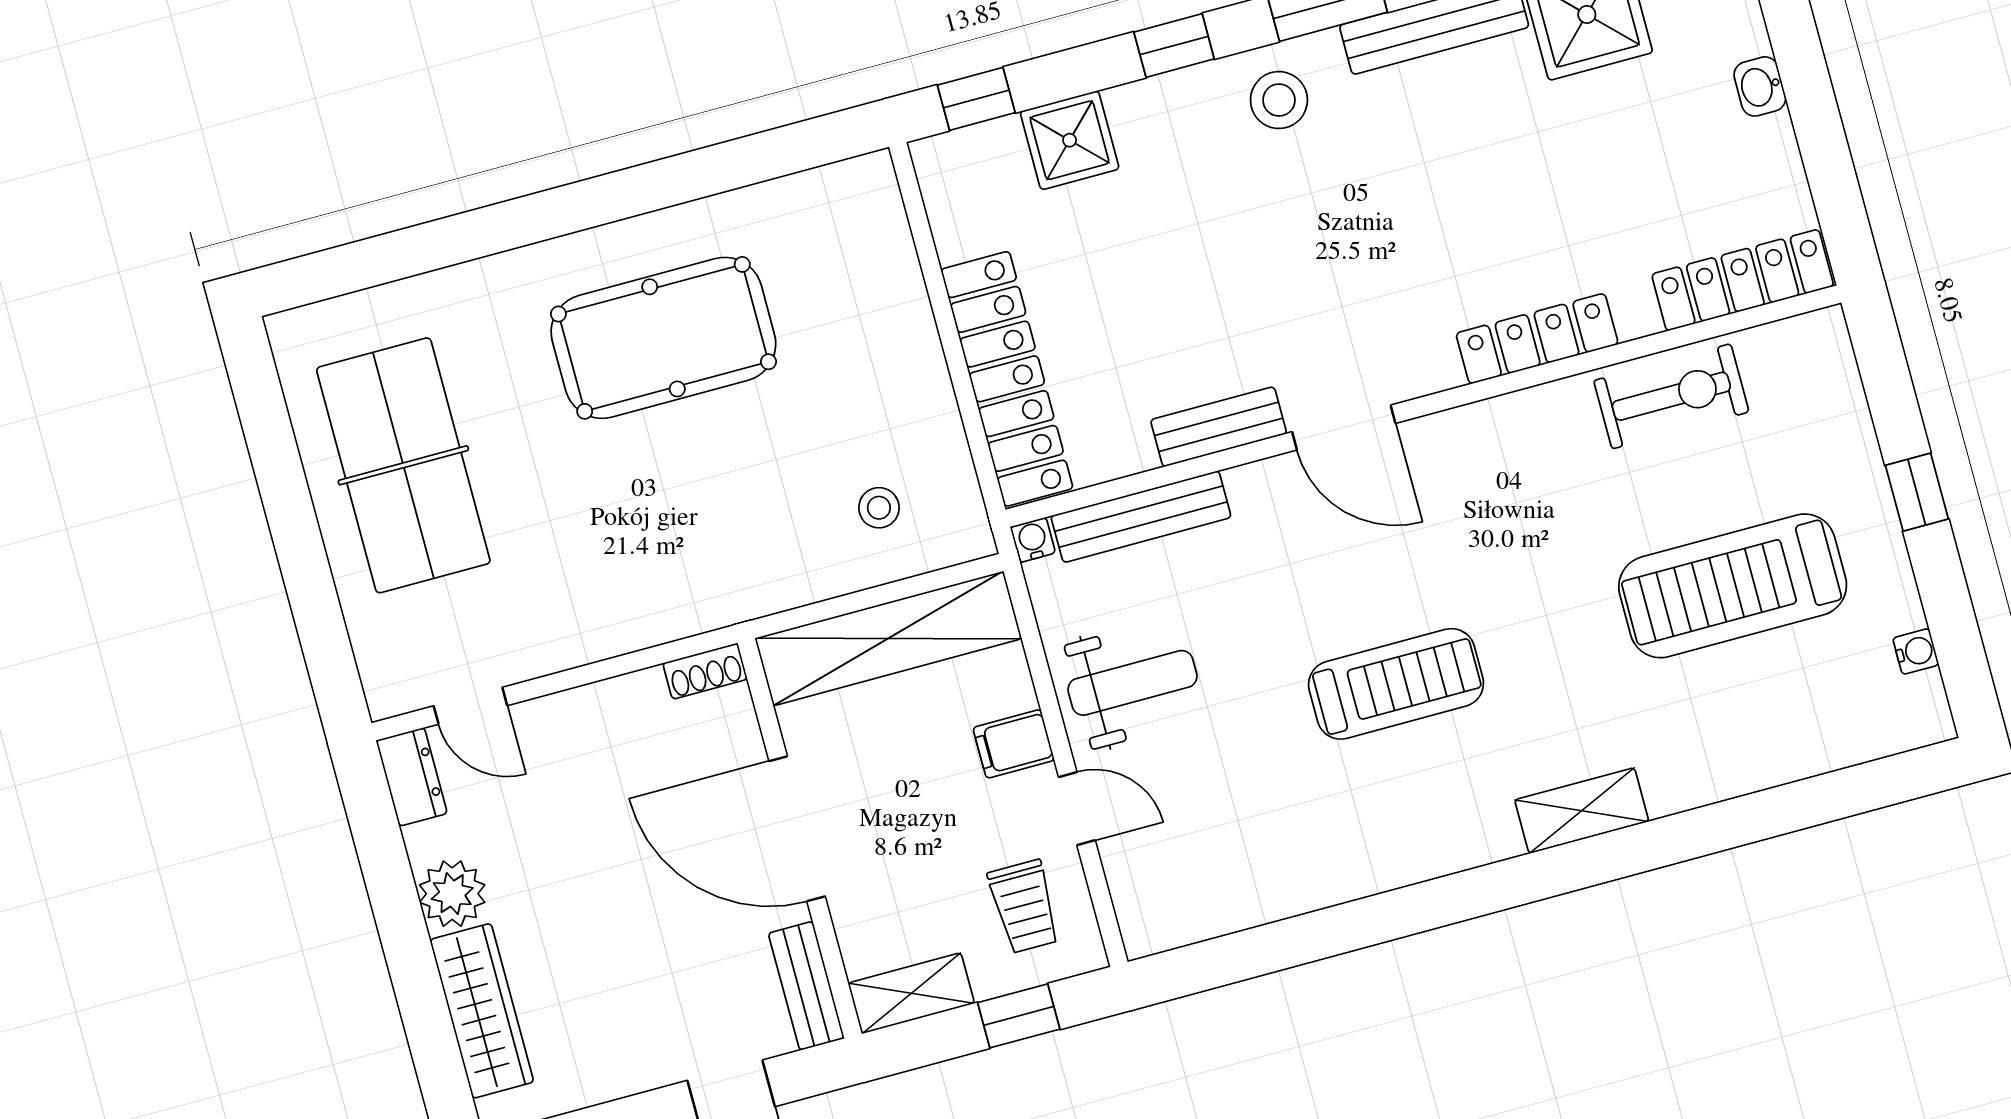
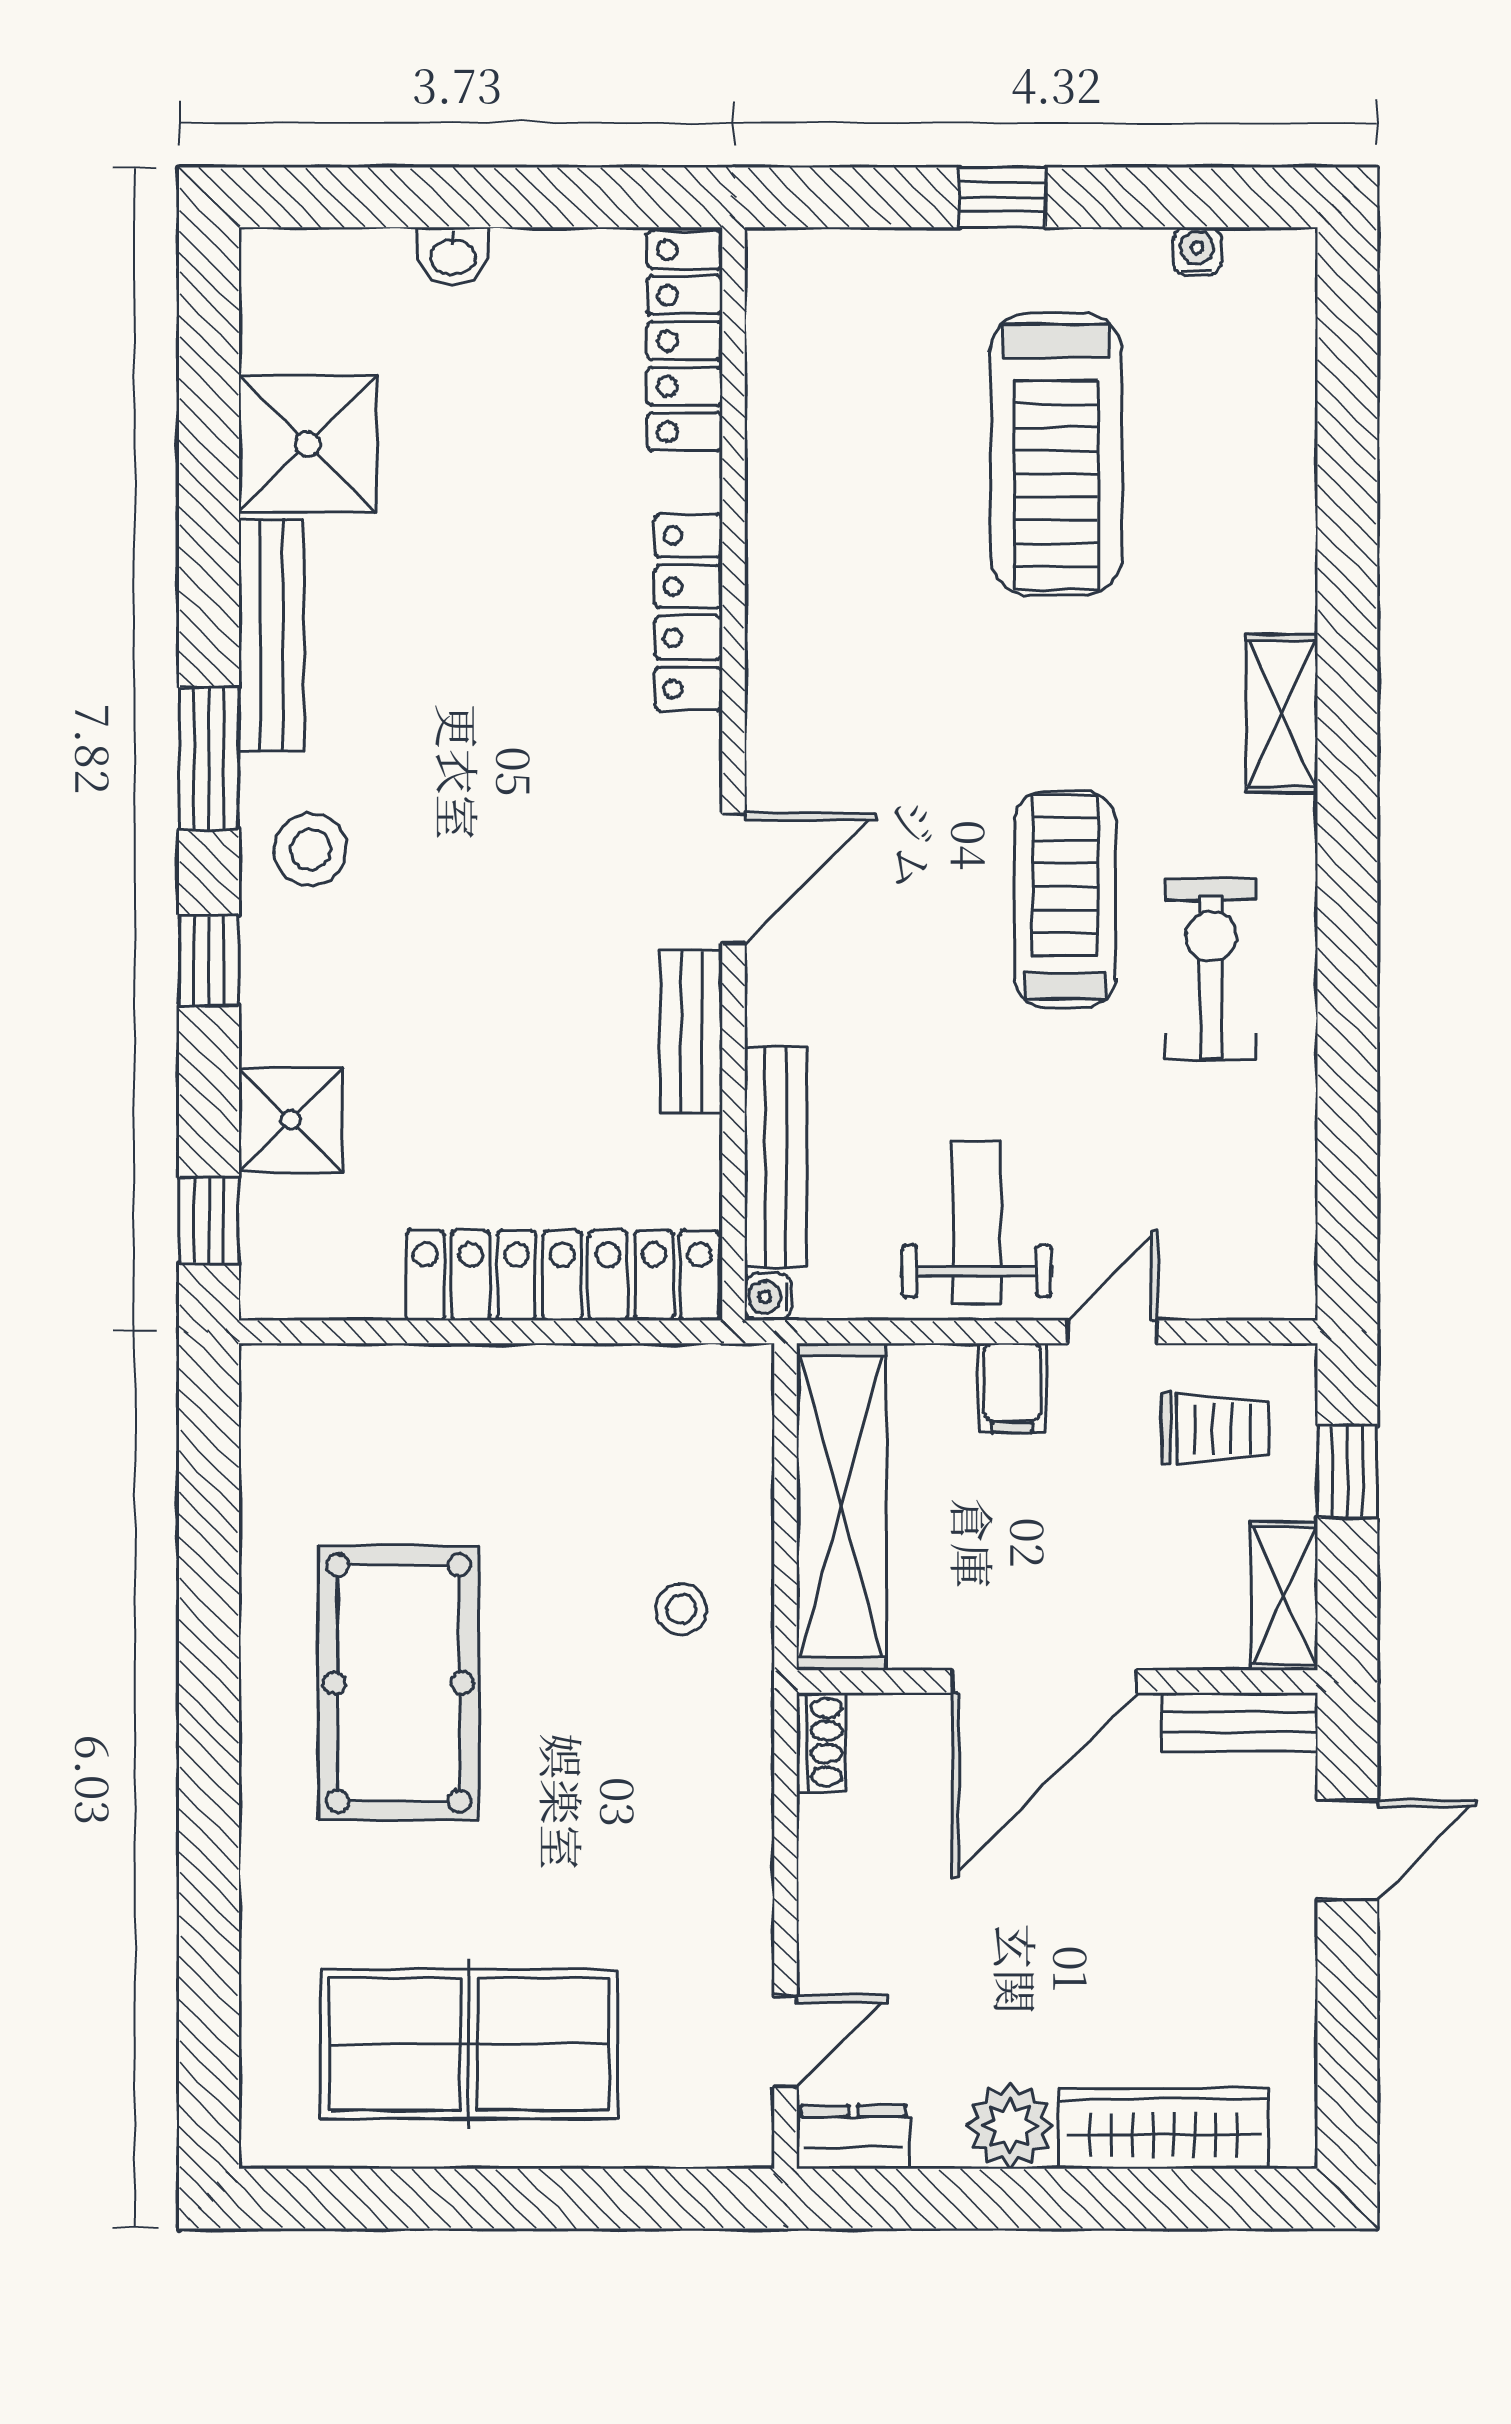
exercise bike: (1671, 396) -> (1211, 969), moved
stool: (879, 508) -> (681, 1609), moved

